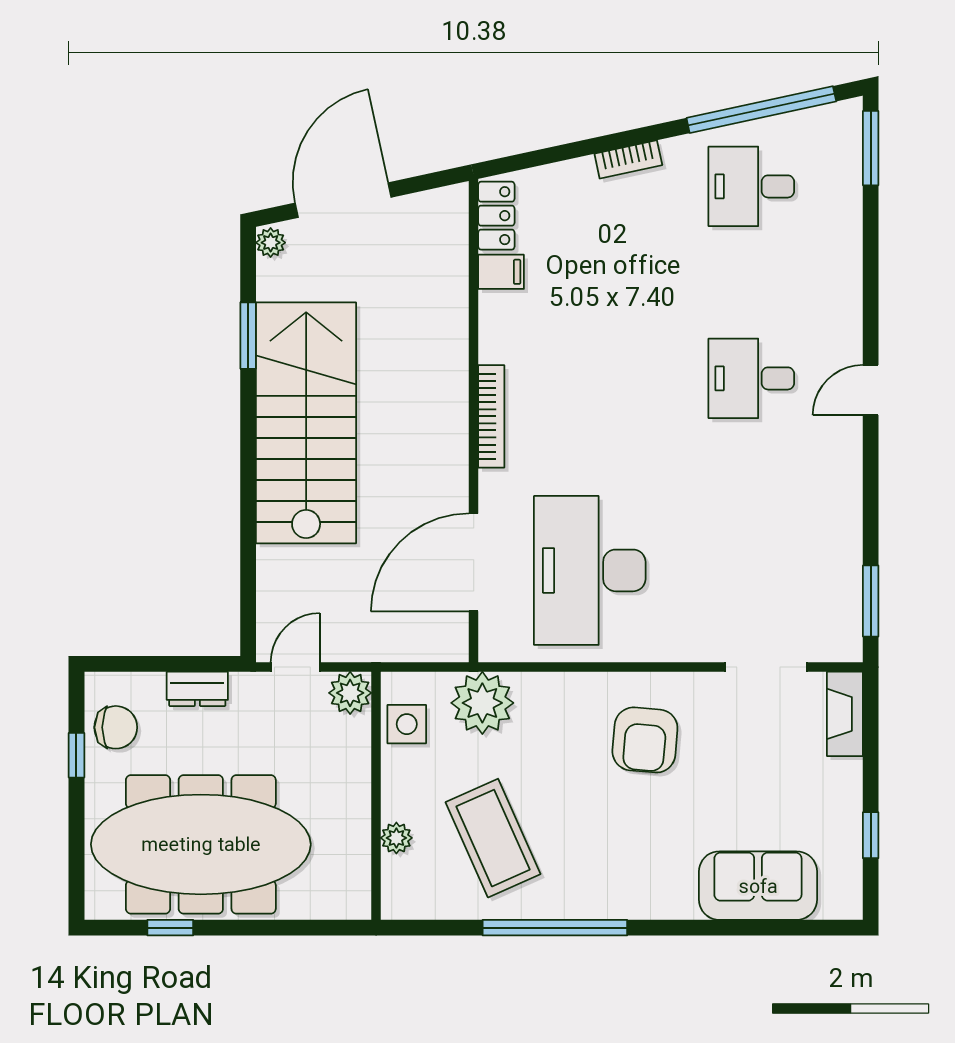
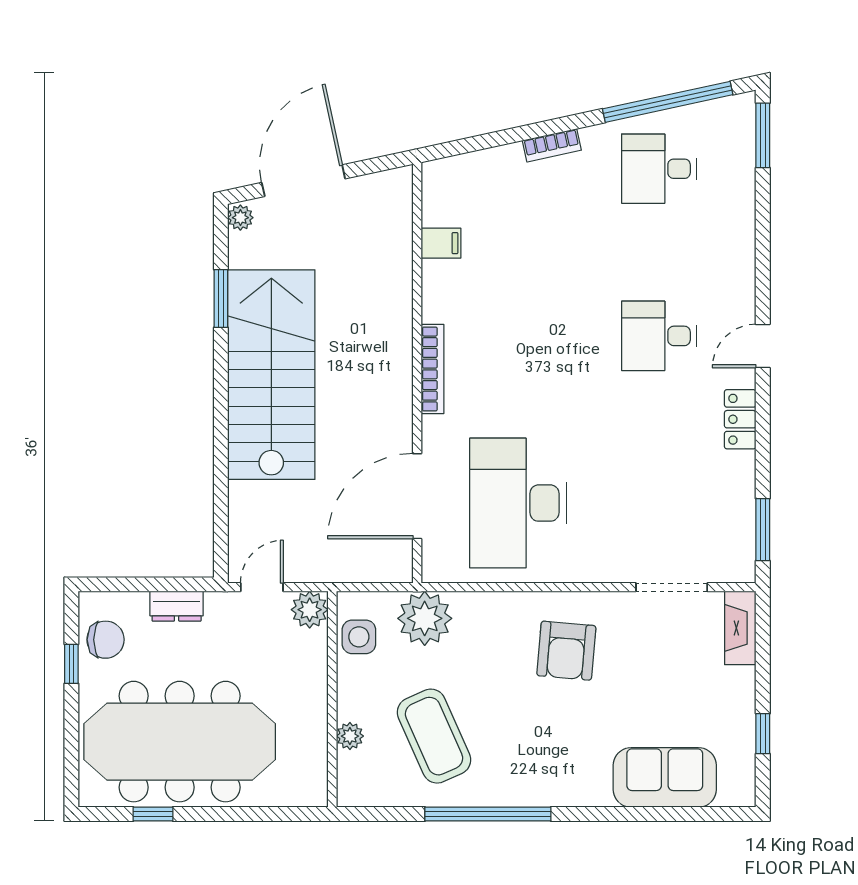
locker: (496, 216) -> (740, 419), moved, turned 180

